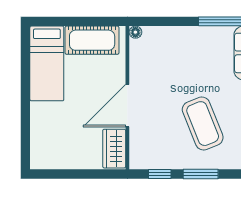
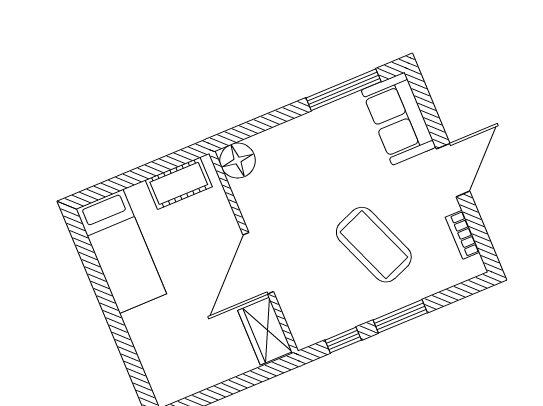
floor lamp: (135, 32) -> (238, 161), width x1.89, depth x1.89
cot: (92, 40) -> (179, 183), width x0.73, depth x0.75

